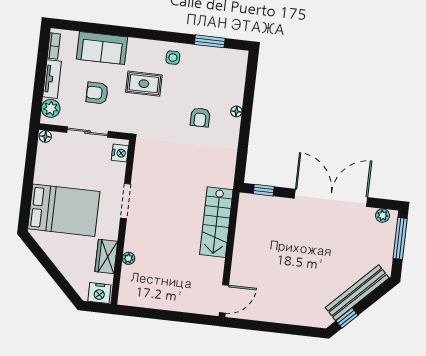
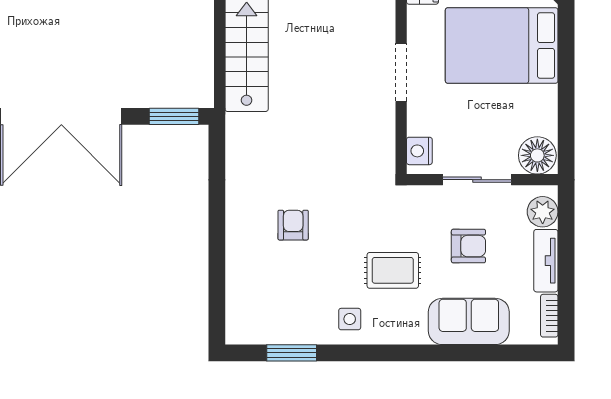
floor lamp: (236, 111) -> (234, 242), removed
floor lamp: (45, 136) -> (537, 155), width x1.89, depth x1.89
window: (264, 190) -> (174, 116), width x1.50

